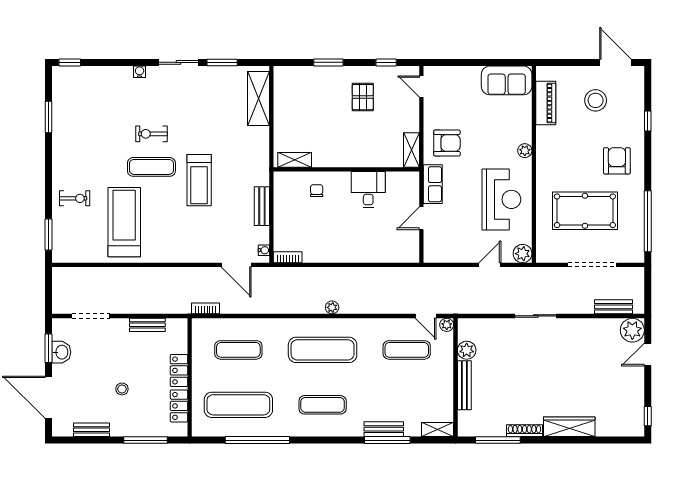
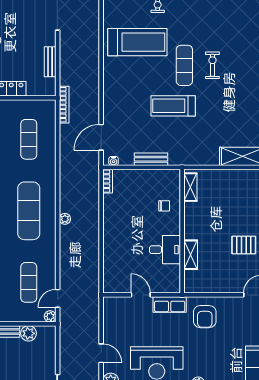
shelving: (412, 150) -> (191, 255), moved, turned 90
bookcase: (206, 308) -> (64, 105), width x1.56

